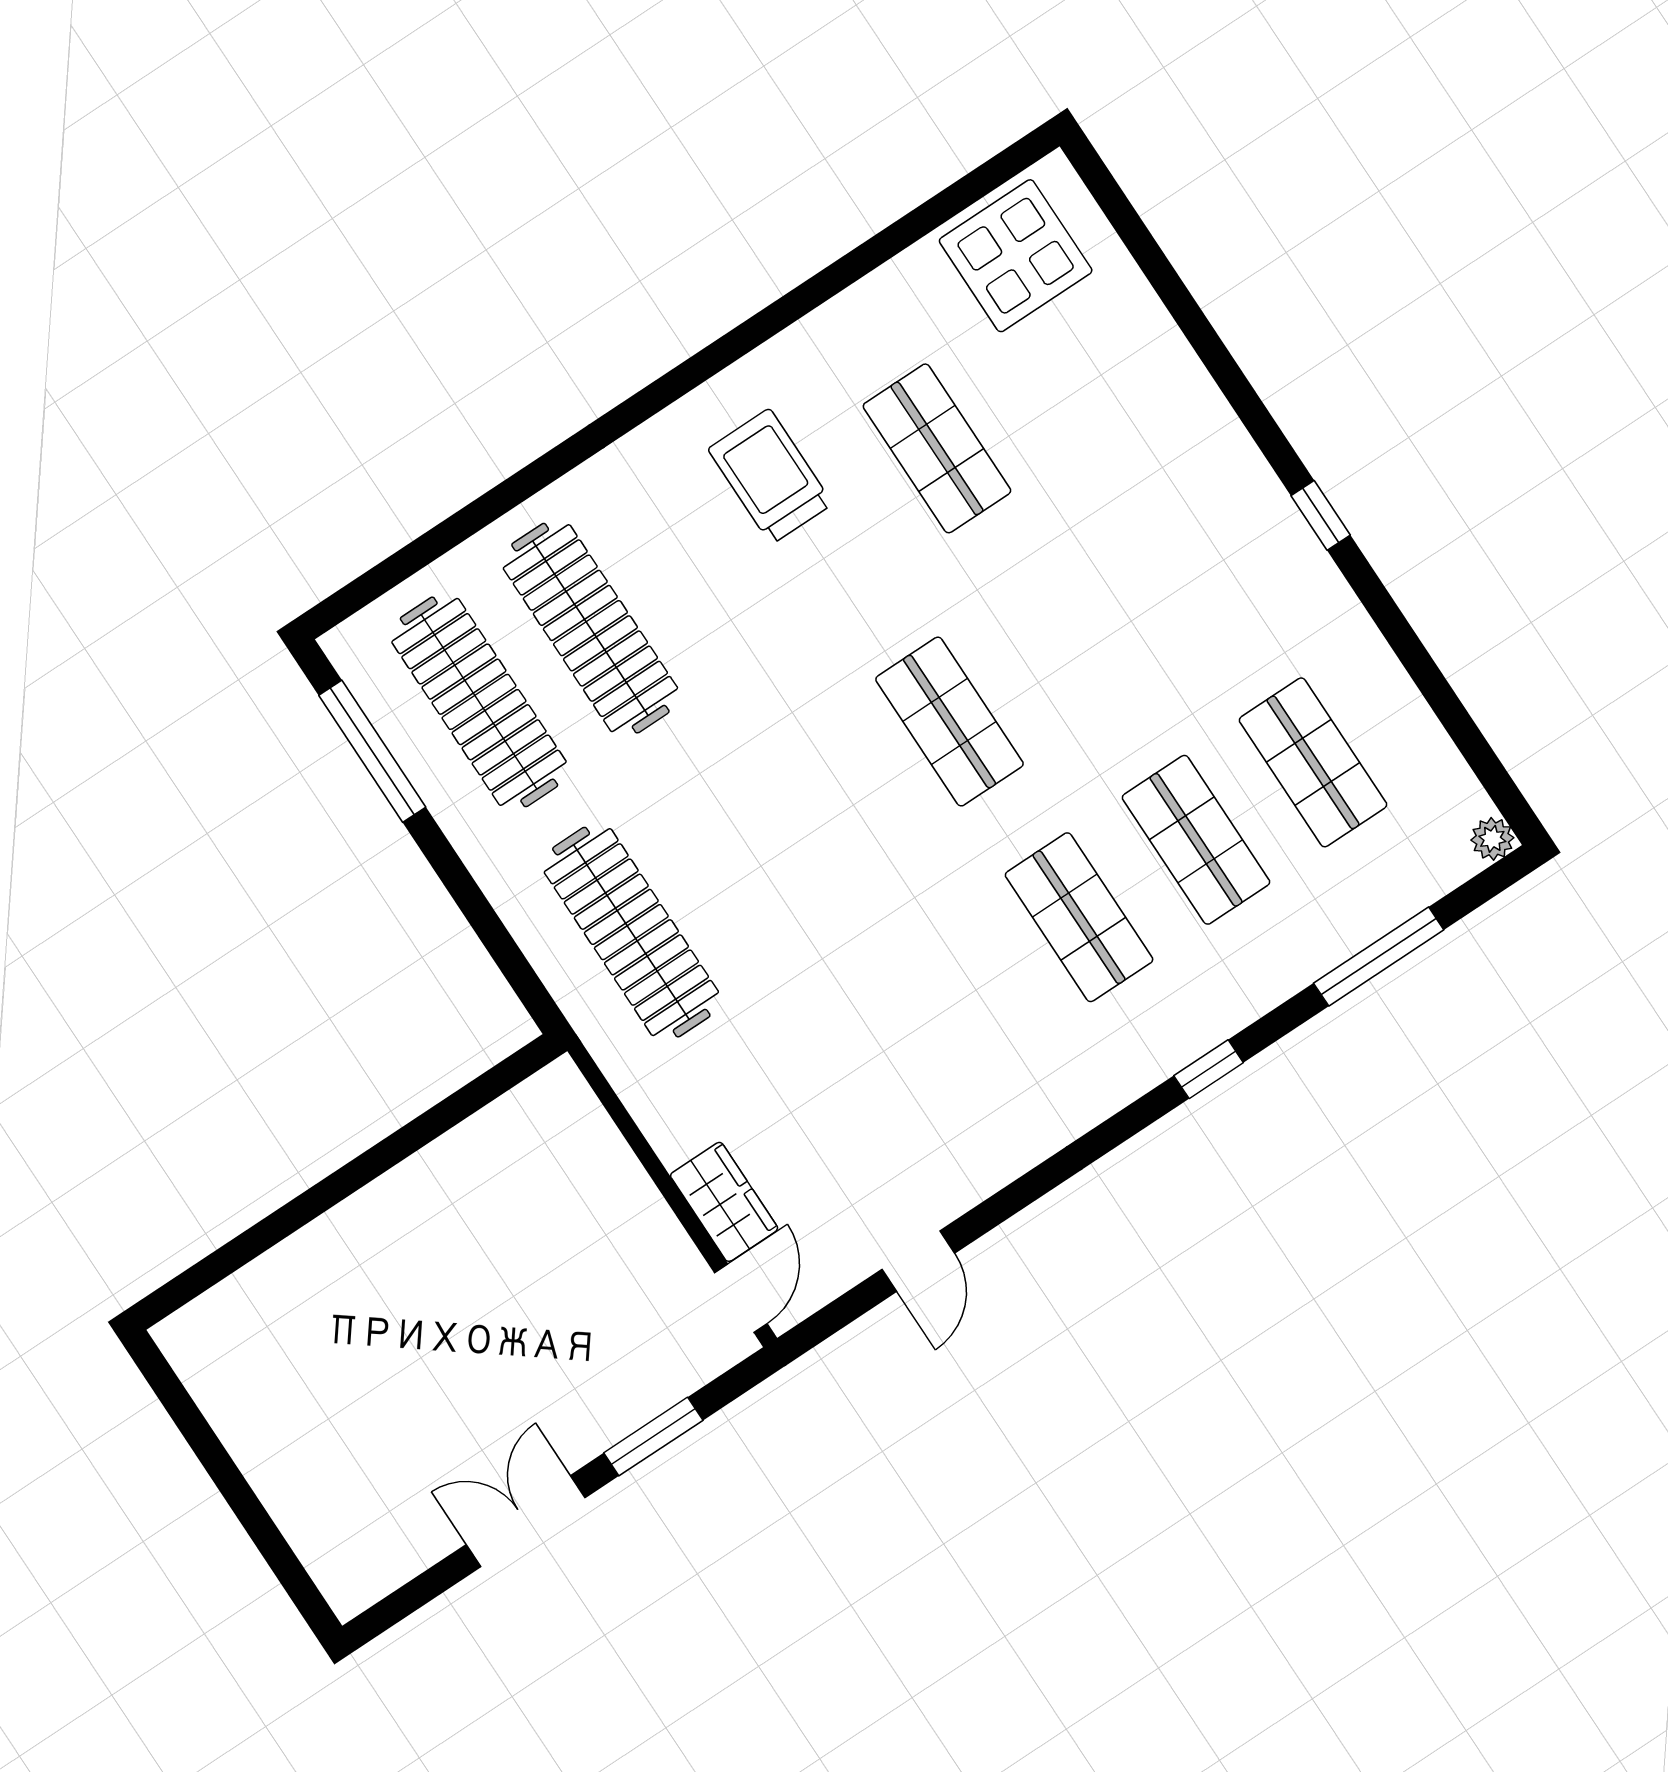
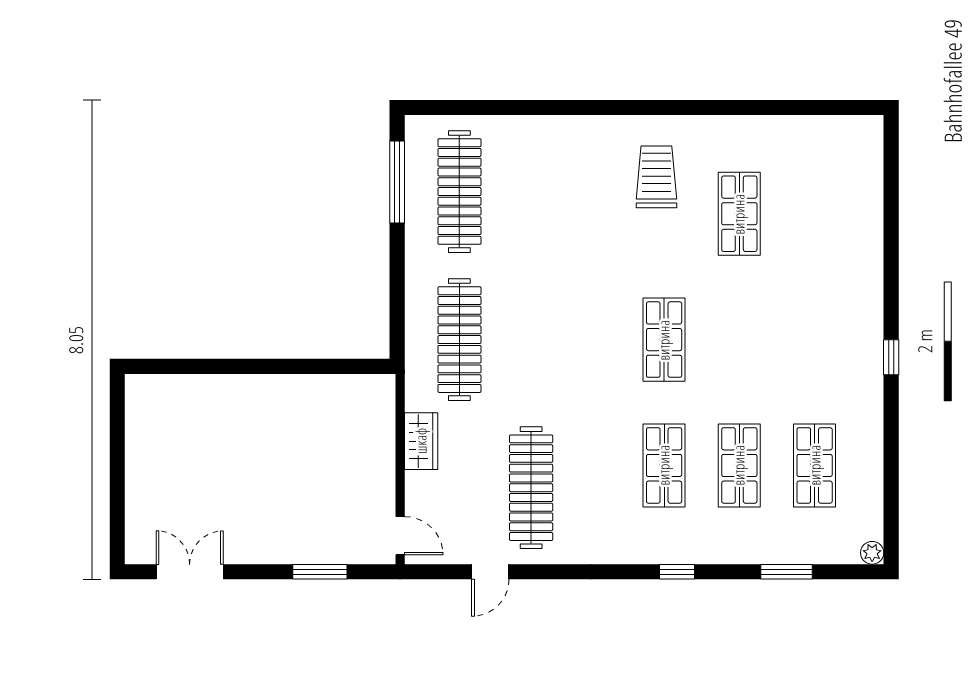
display table: (1016, 256) -> (832, 151), removed
clothes rail: (590, 628) -> (531, 488), moved
window: (1379, 956) -> (786, 572), width x0.69
wardrobe: (724, 1202) -> (421, 441), moved
door: (741, 1298) -> (400, 536), hinge flipped
double door: (526, 1521) -> (190, 572), moved

